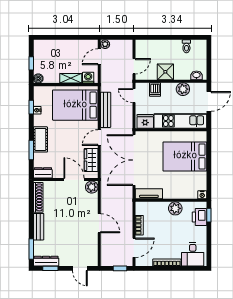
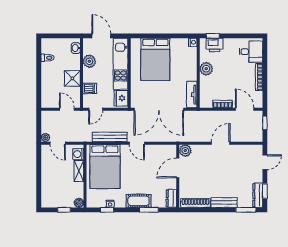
wardrobe: (91, 160) -> (159, 151), removed

